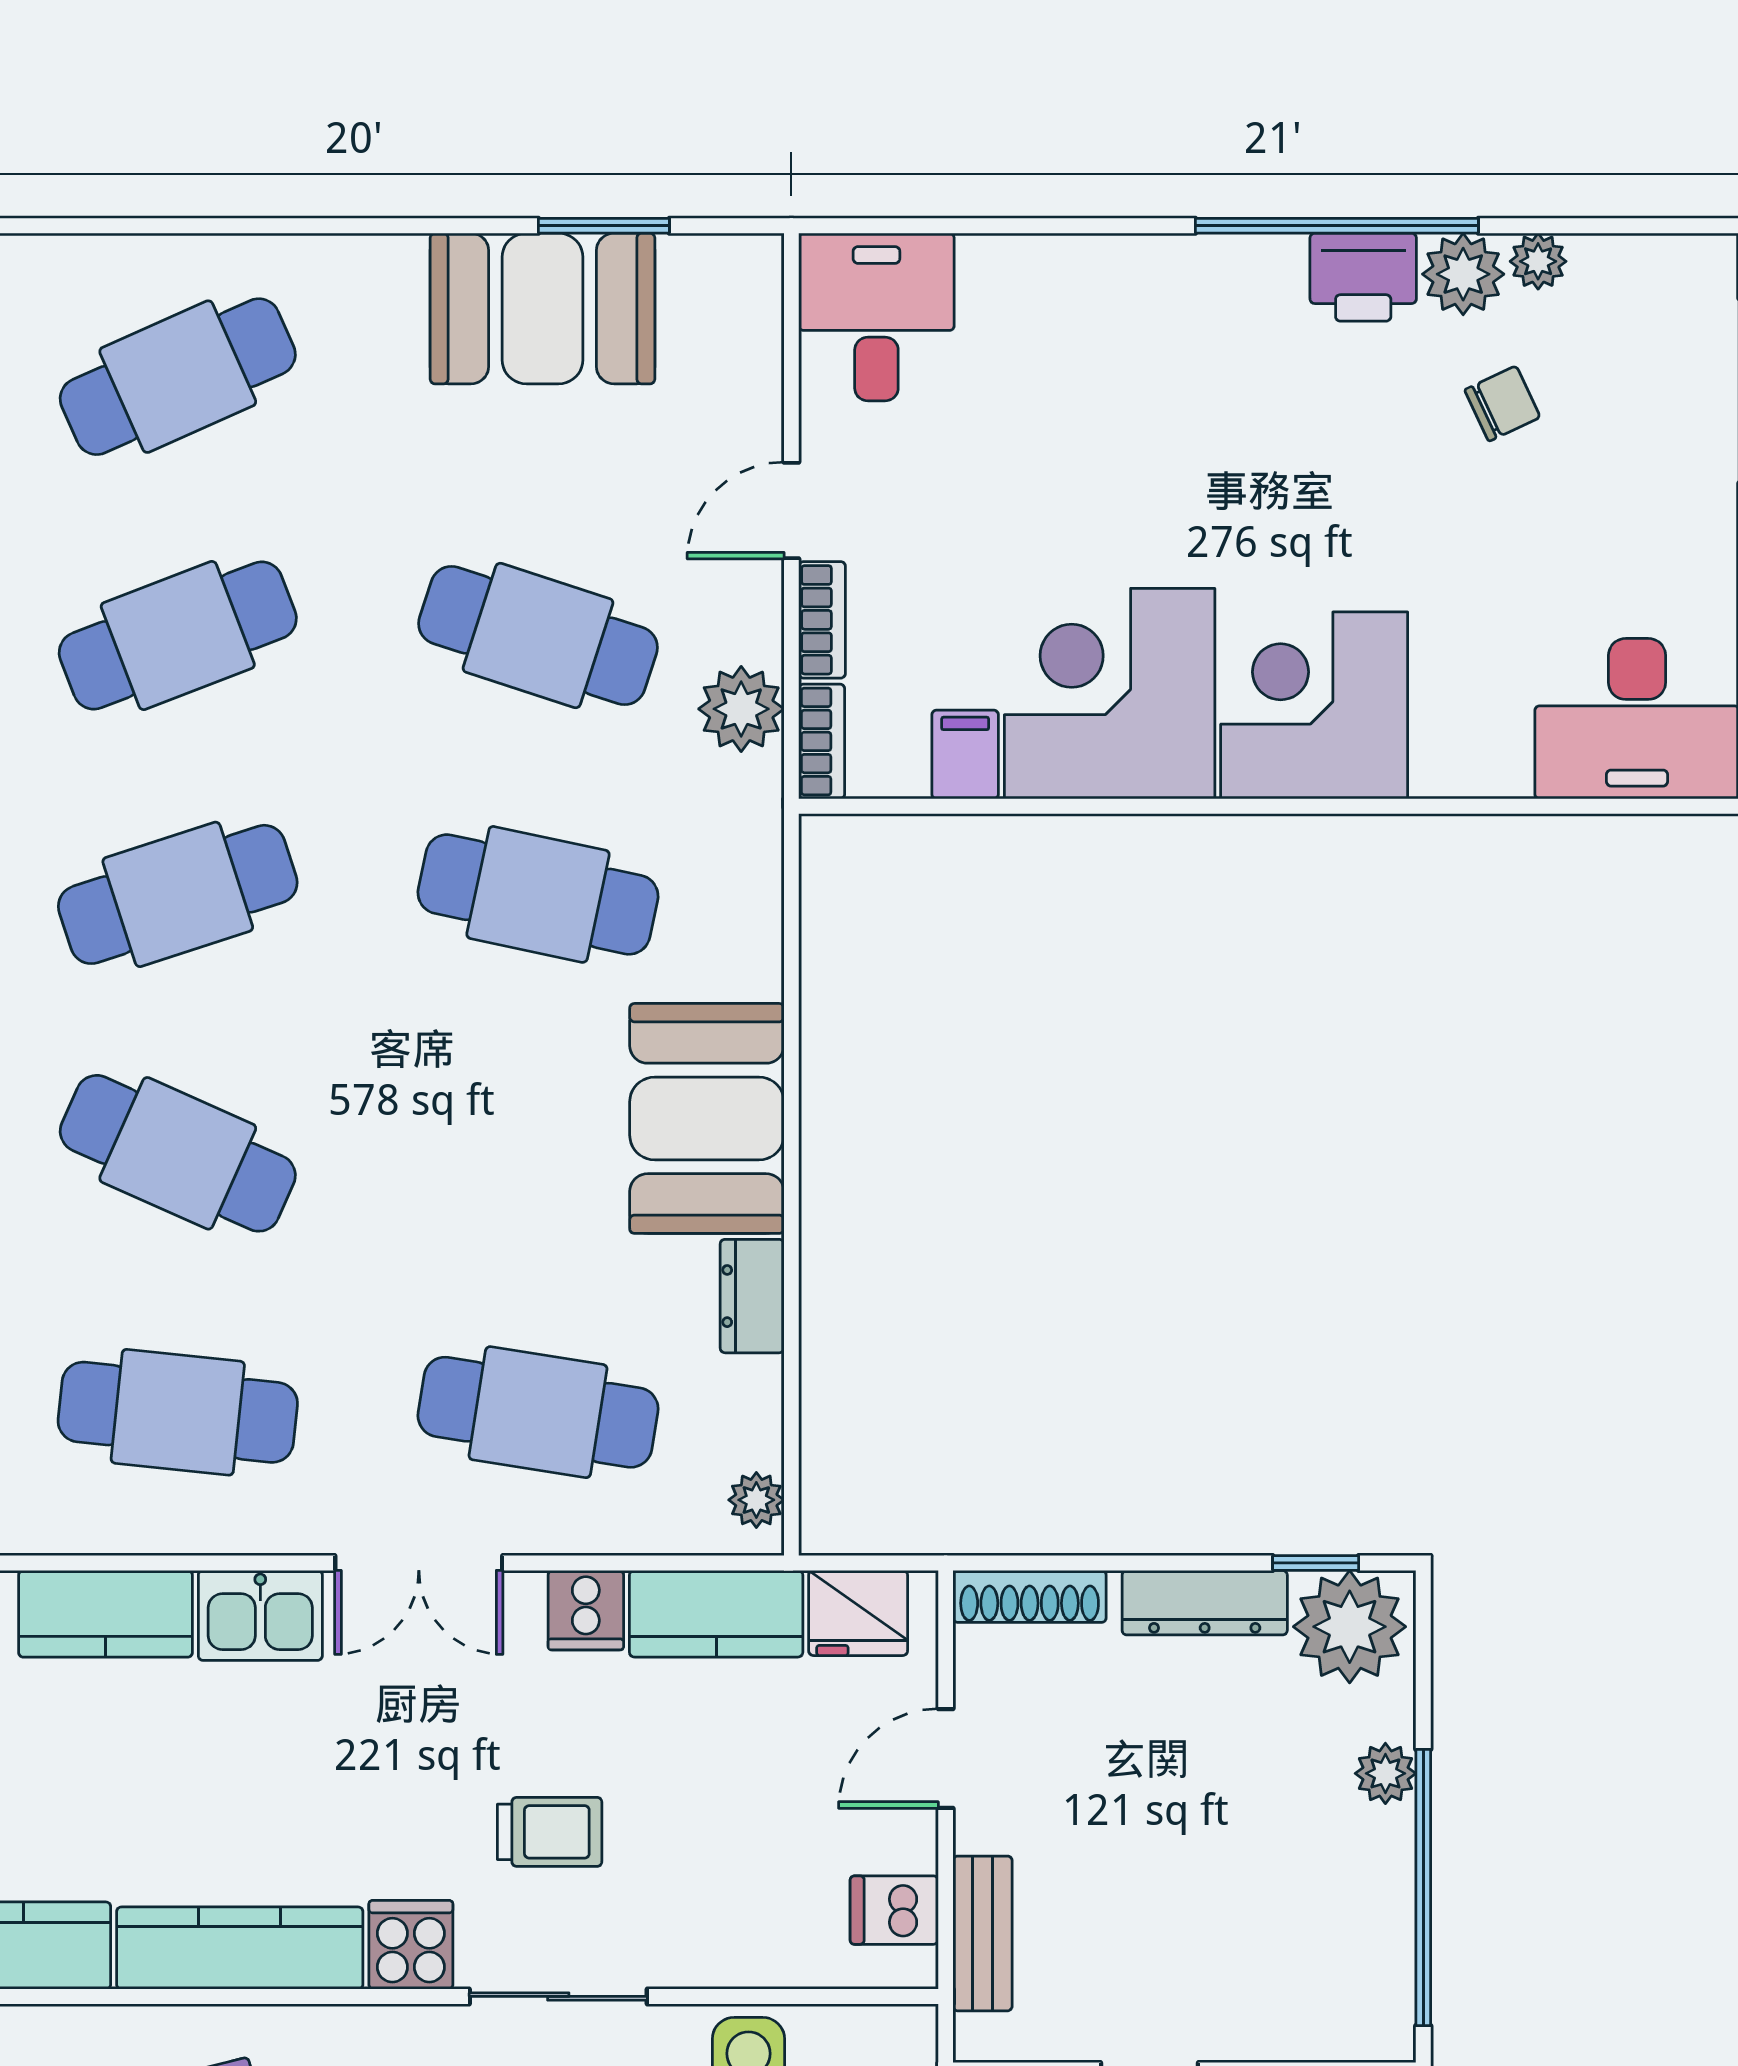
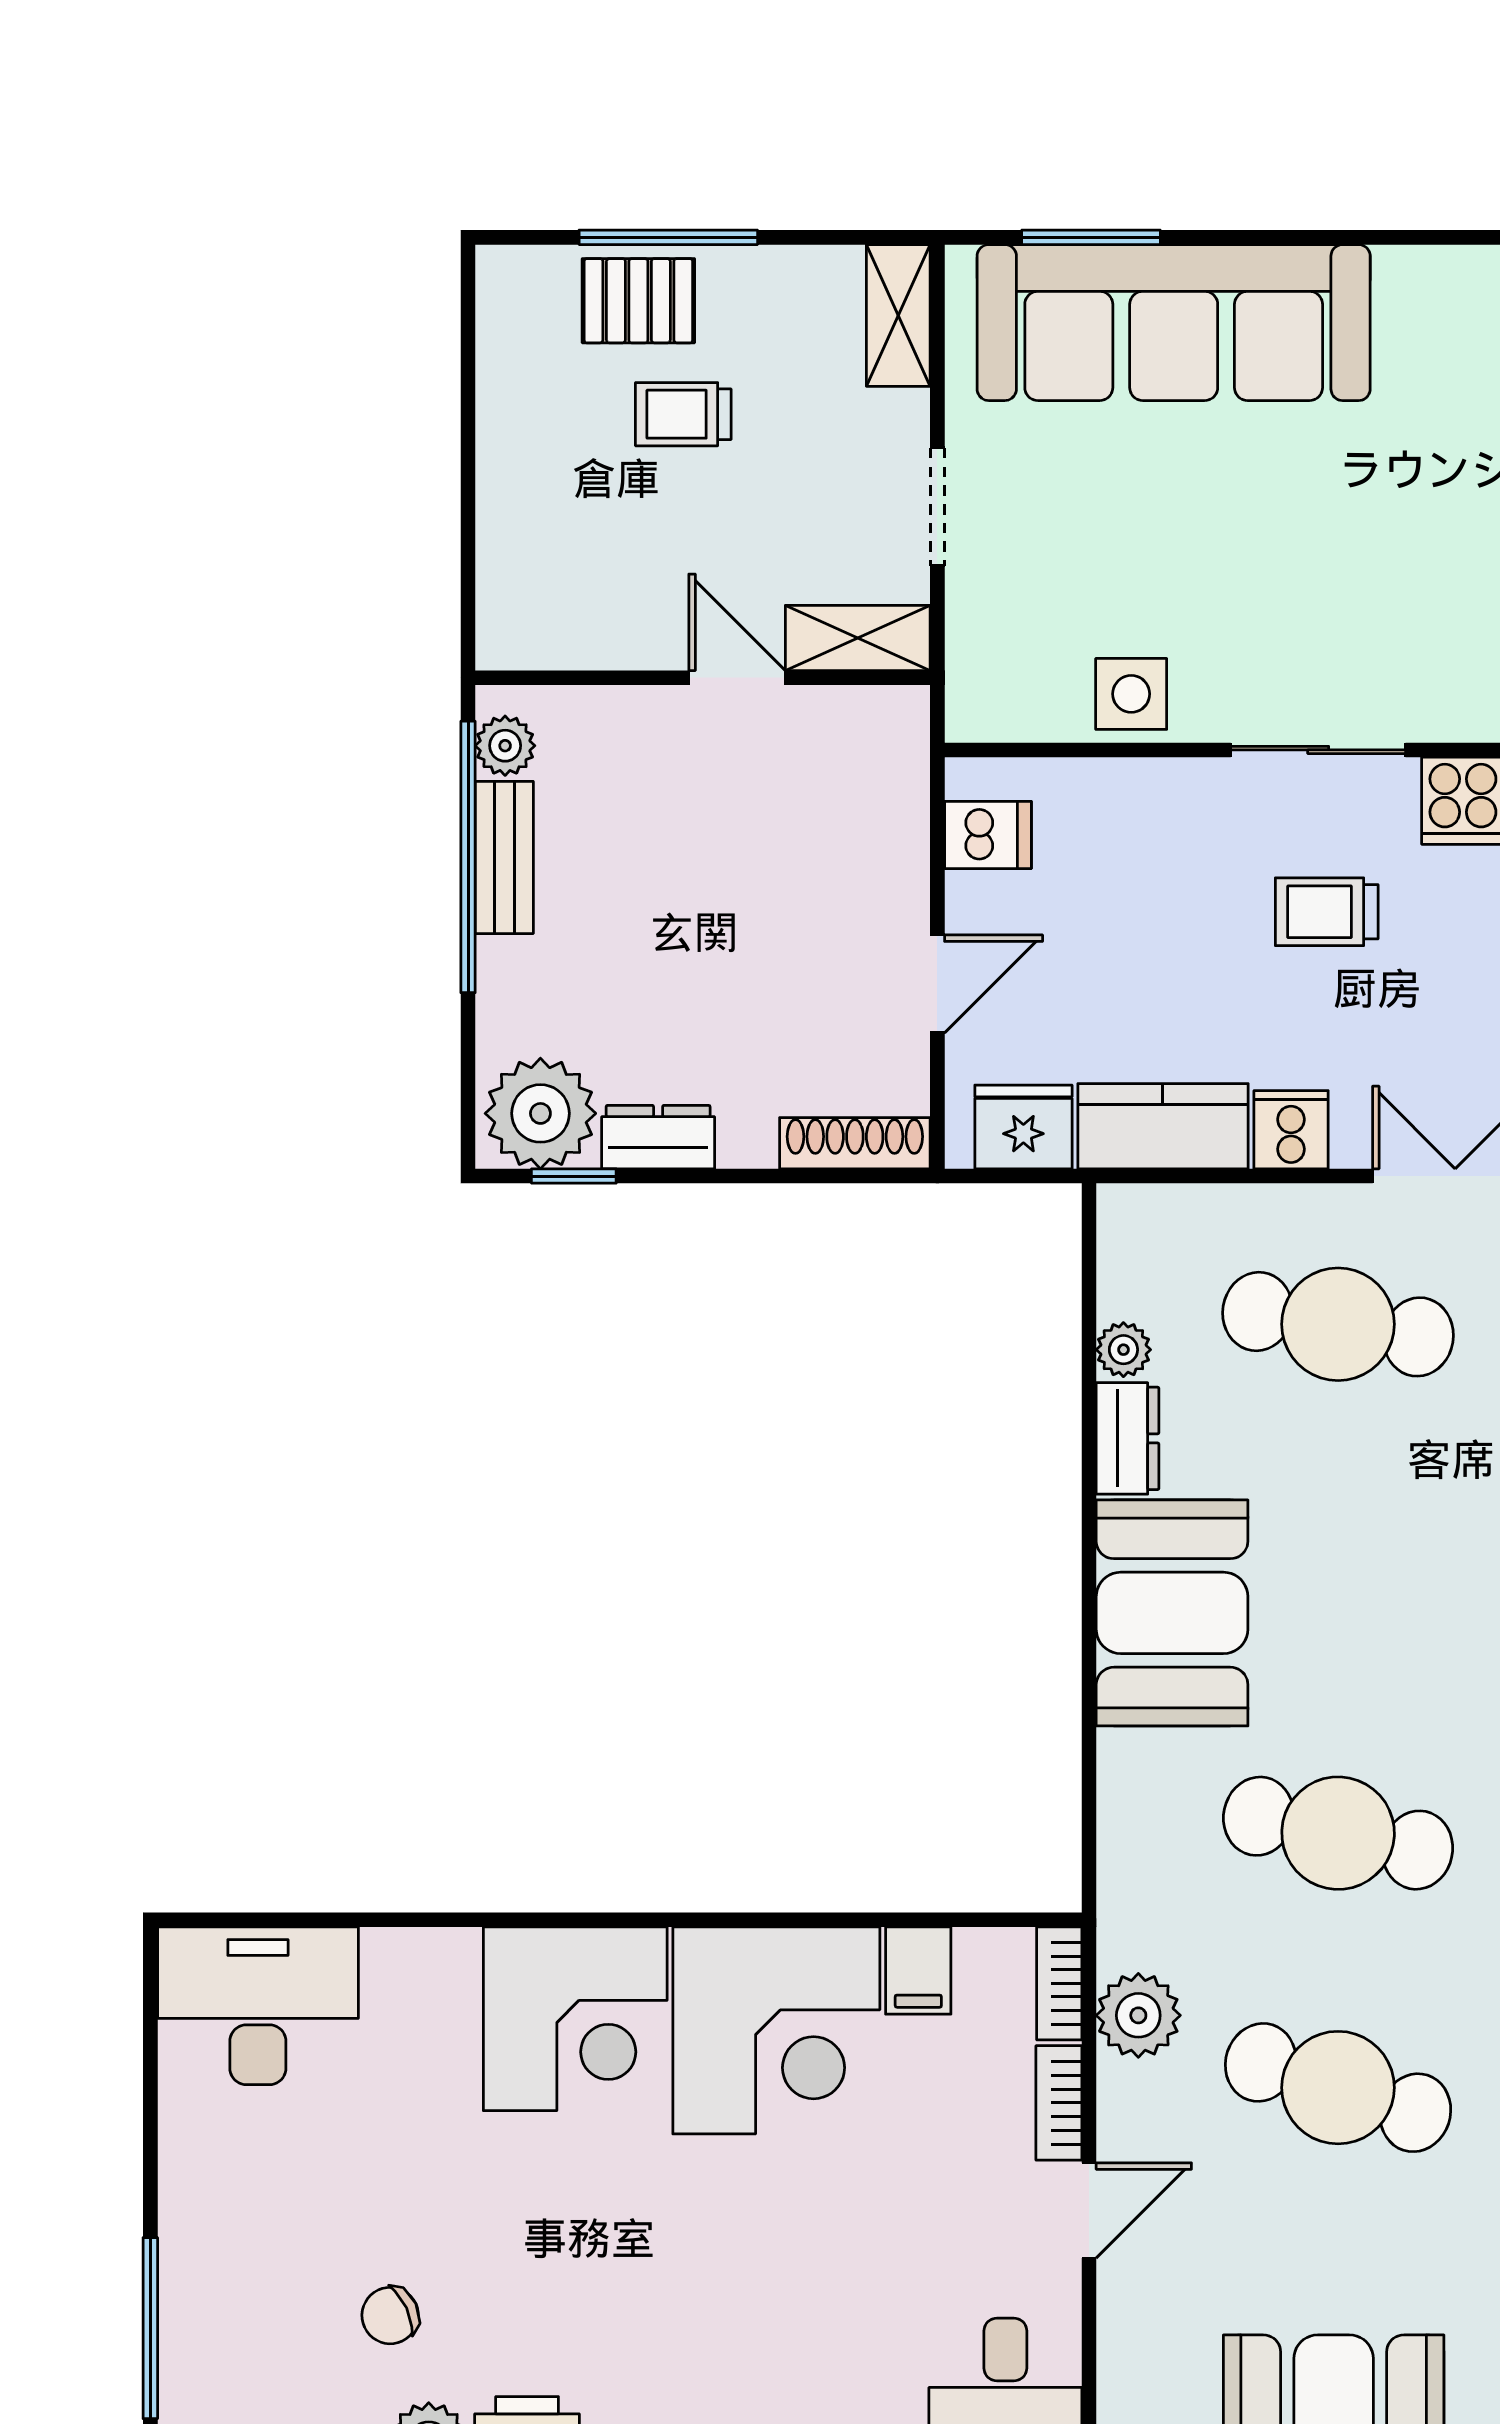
plant: (756, 1500) -> (1123, 1350), moved
dresser: (1205, 1603) -> (658, 1137), width x0.70
plant: (1385, 1773) -> (505, 746), moved
bench: (983, 1933) -> (504, 857), moved

